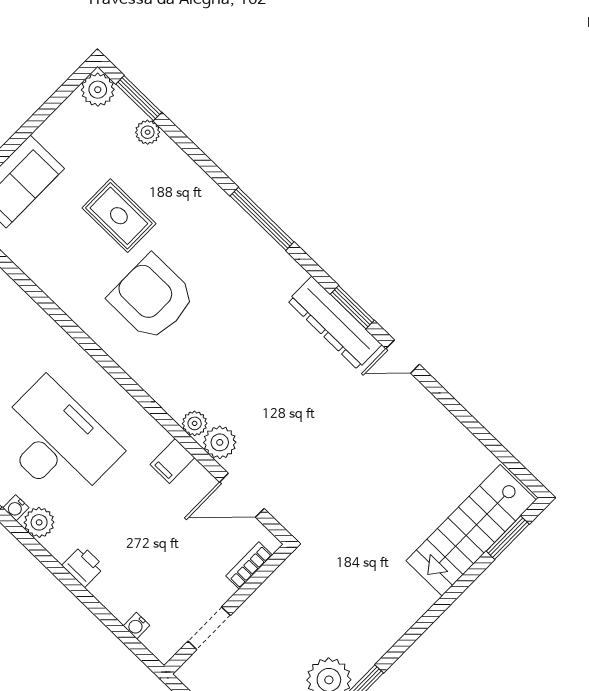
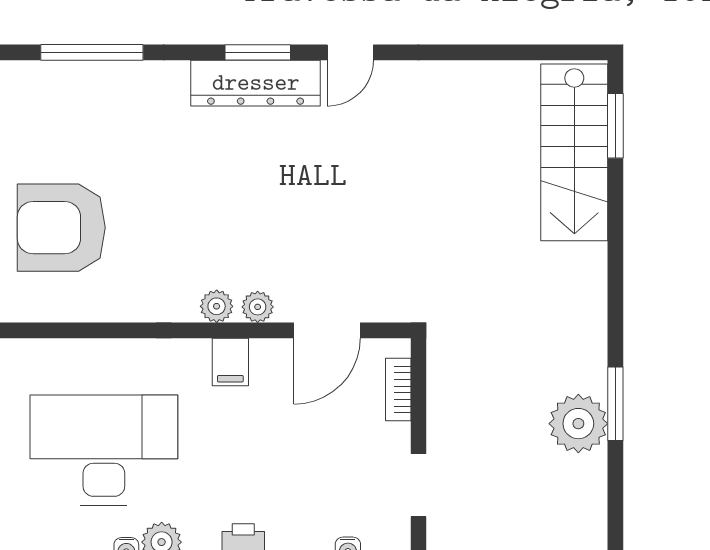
plant: (220, 442) -> (258, 307), width x0.73, depth x0.73

